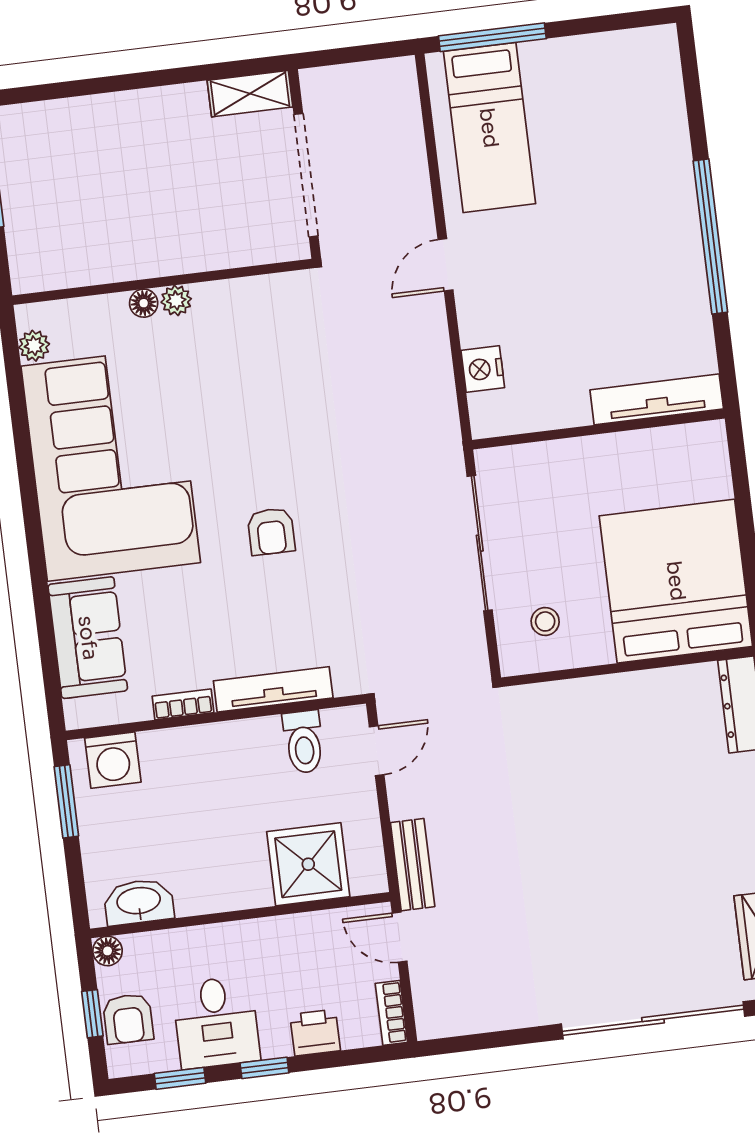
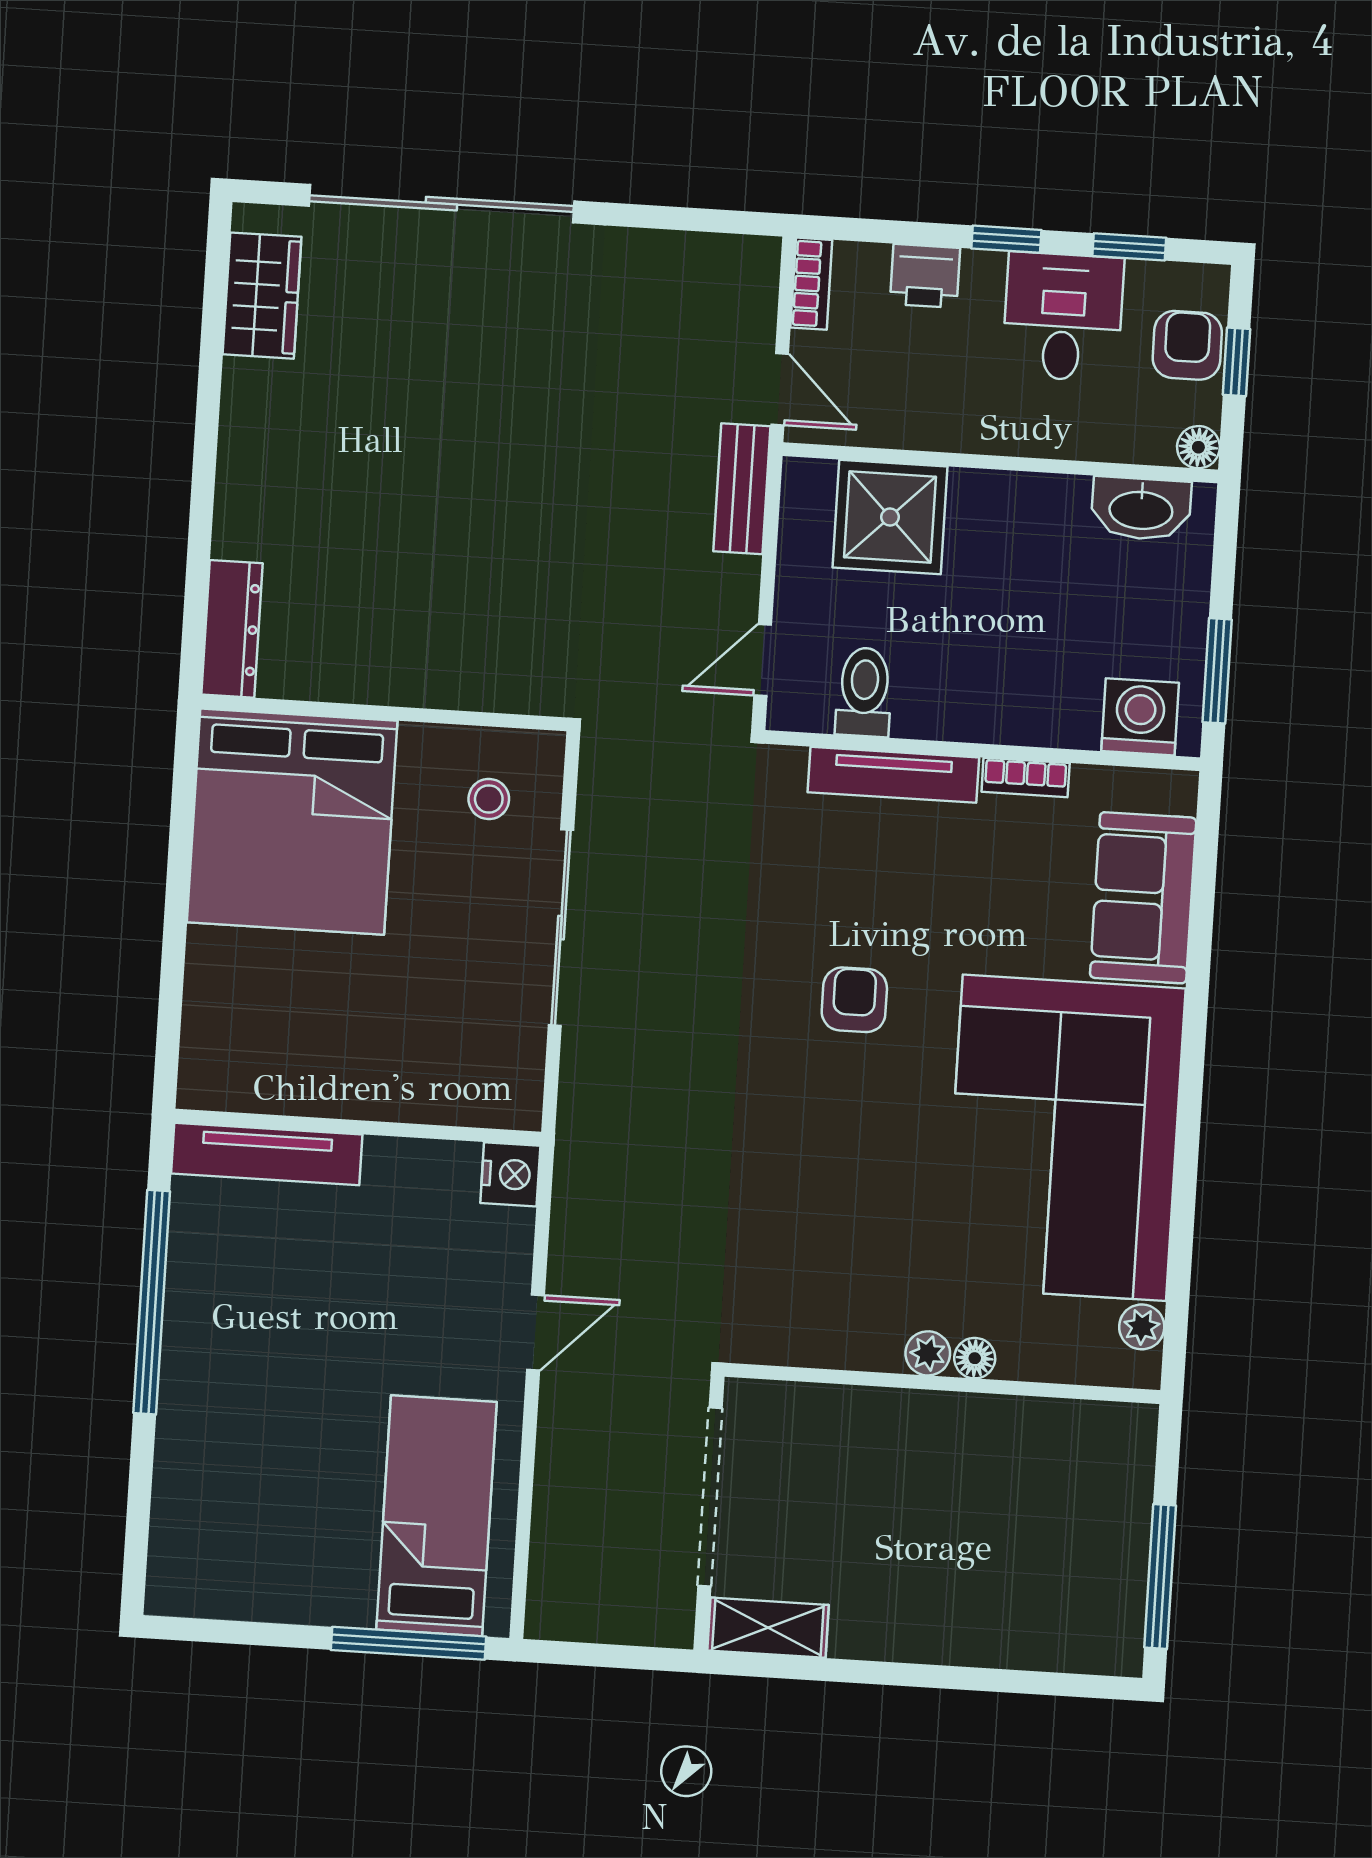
tv unit: (657, 399) -> (267, 1154), moved
wall: (598, 429) -> (358, 1127), moved

